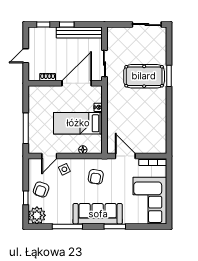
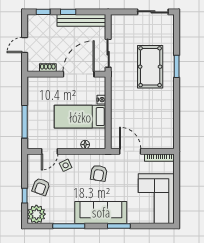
pool table: (144, 76) -> (150, 67), turned 90

